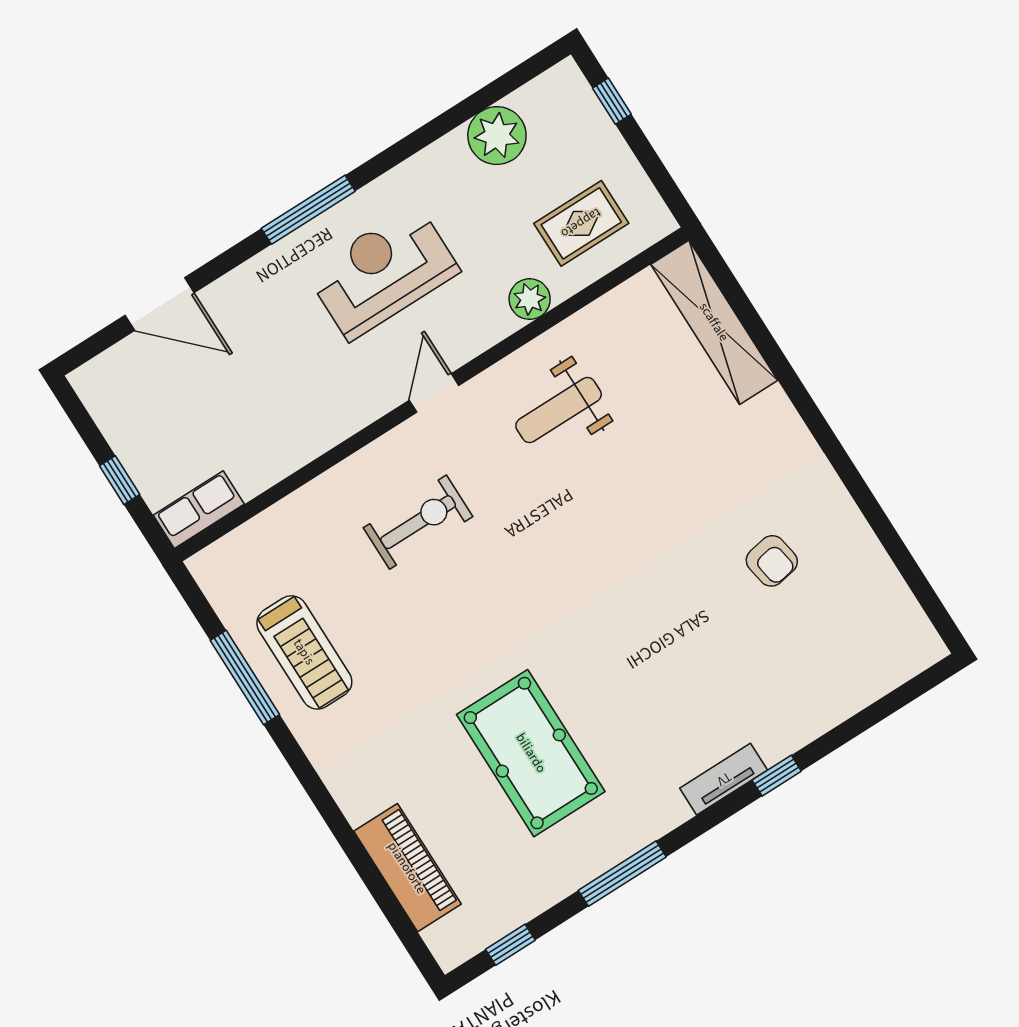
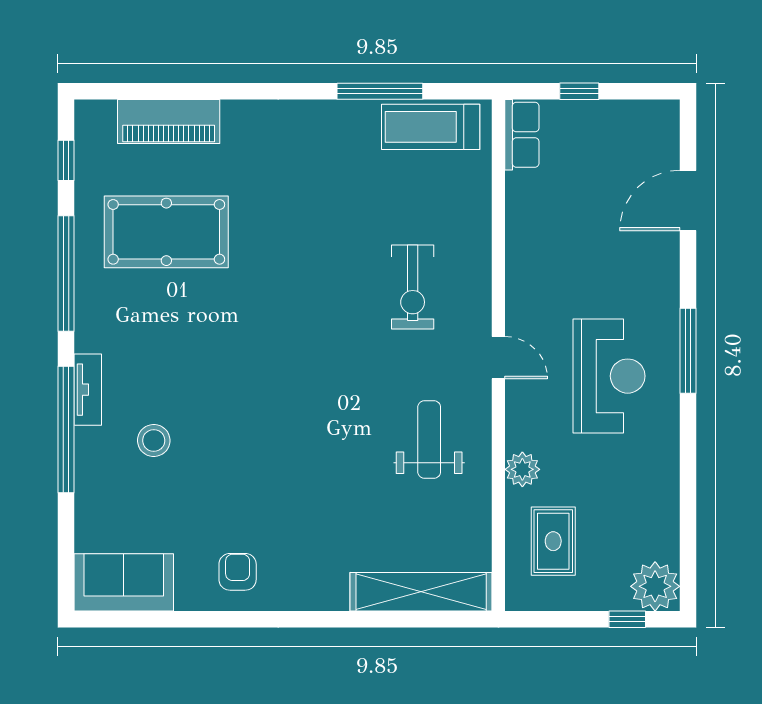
plant: (497, 136) -> (655, 586), moved
armchair: (772, 561) -> (238, 572), moved, turned 100
sofa: (892, 622) -> (124, 582), added
treadmill: (304, 652) -> (431, 127), moved
stool: (733, 682) -> (154, 441), added
pool table: (531, 753) -> (166, 232), moved
window: (777, 776) -> (66, 429), width x3.17
window: (622, 874) -> (66, 273), width x1.46

